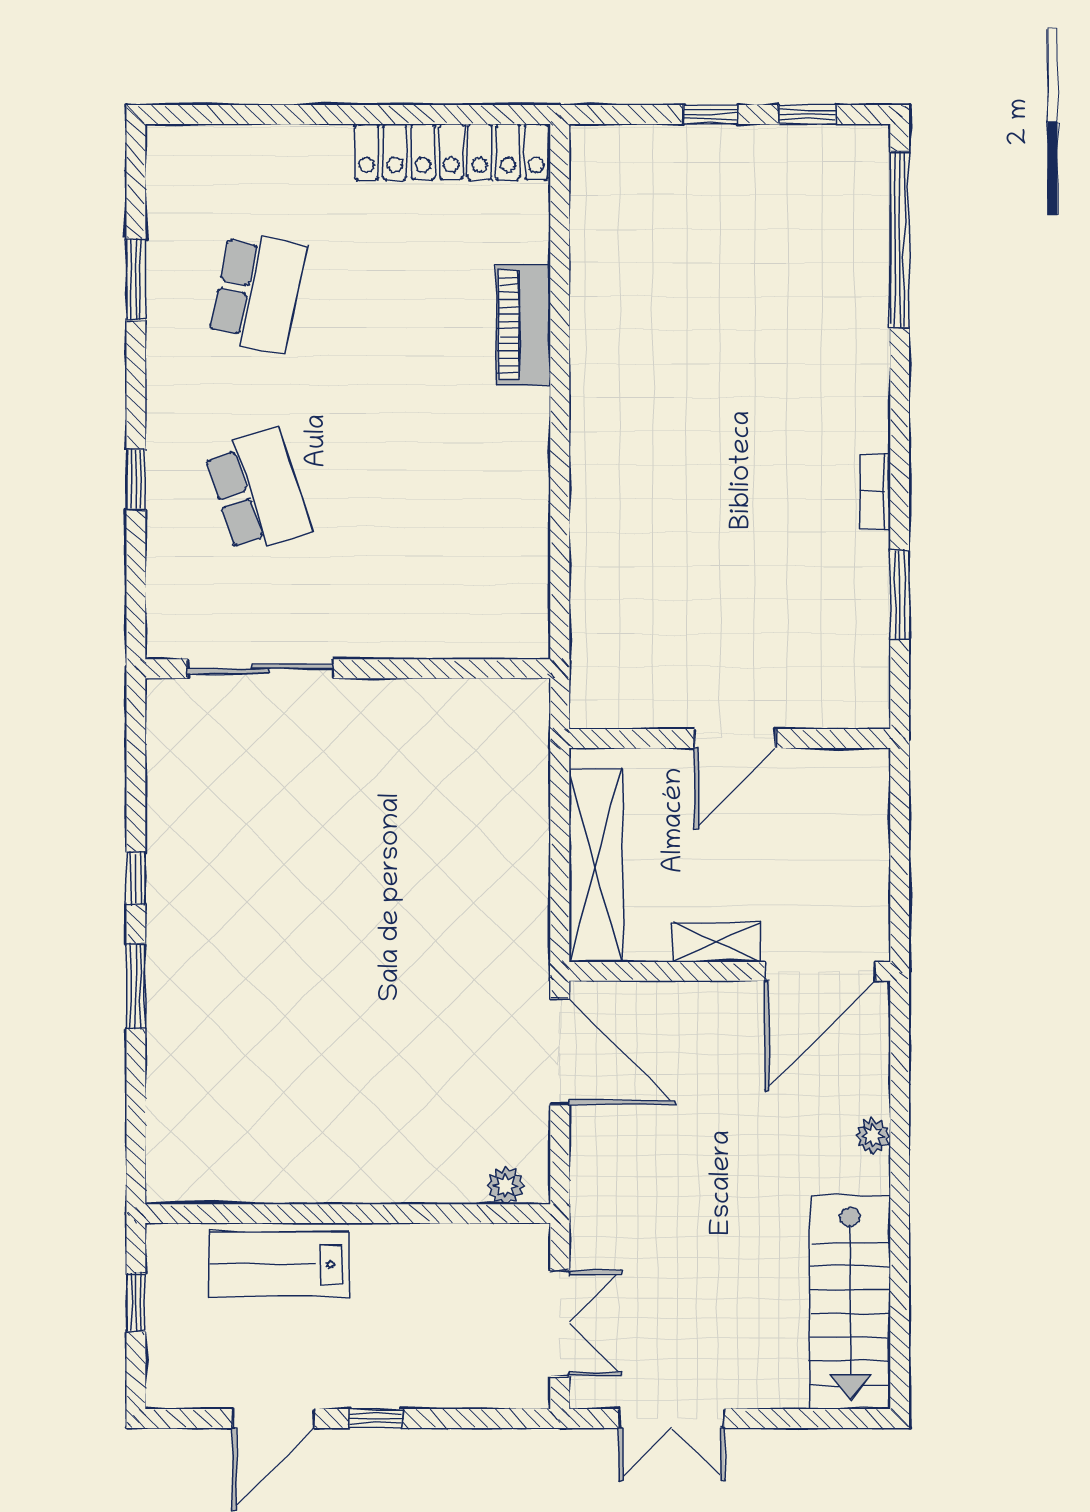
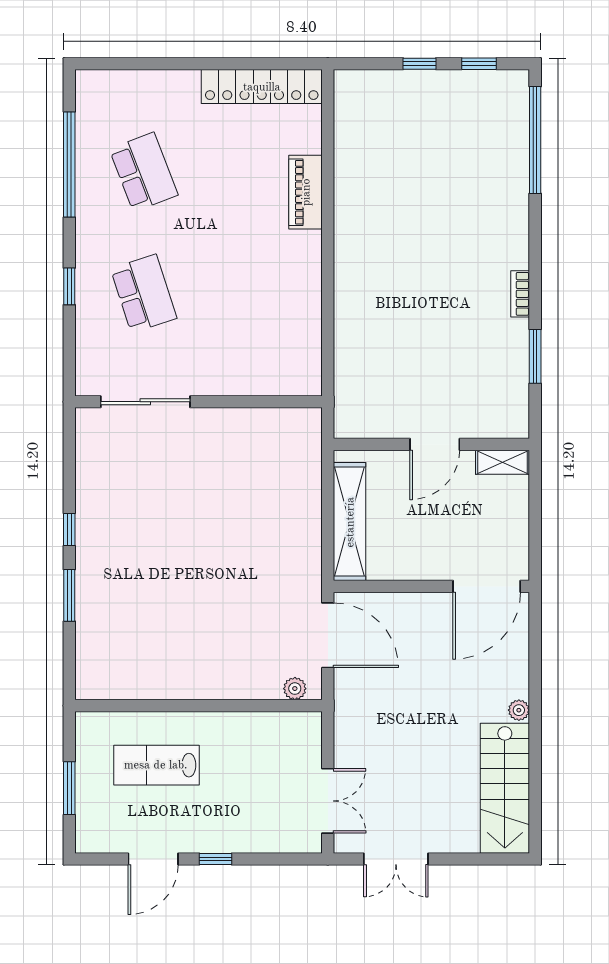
window: (136, 280) -> (69, 164), width x2.11
school desk: (258, 292) -> (144, 172), turned -33
shelving: (716, 942) -> (502, 462), moved
plant: (873, 1136) -> (519, 710), moved
plant: (506, 1186) -> (295, 689), moved
wall: (348, 1214) -> (199, 706), moved
window: (136, 1302) -> (69, 788), width x1.50

